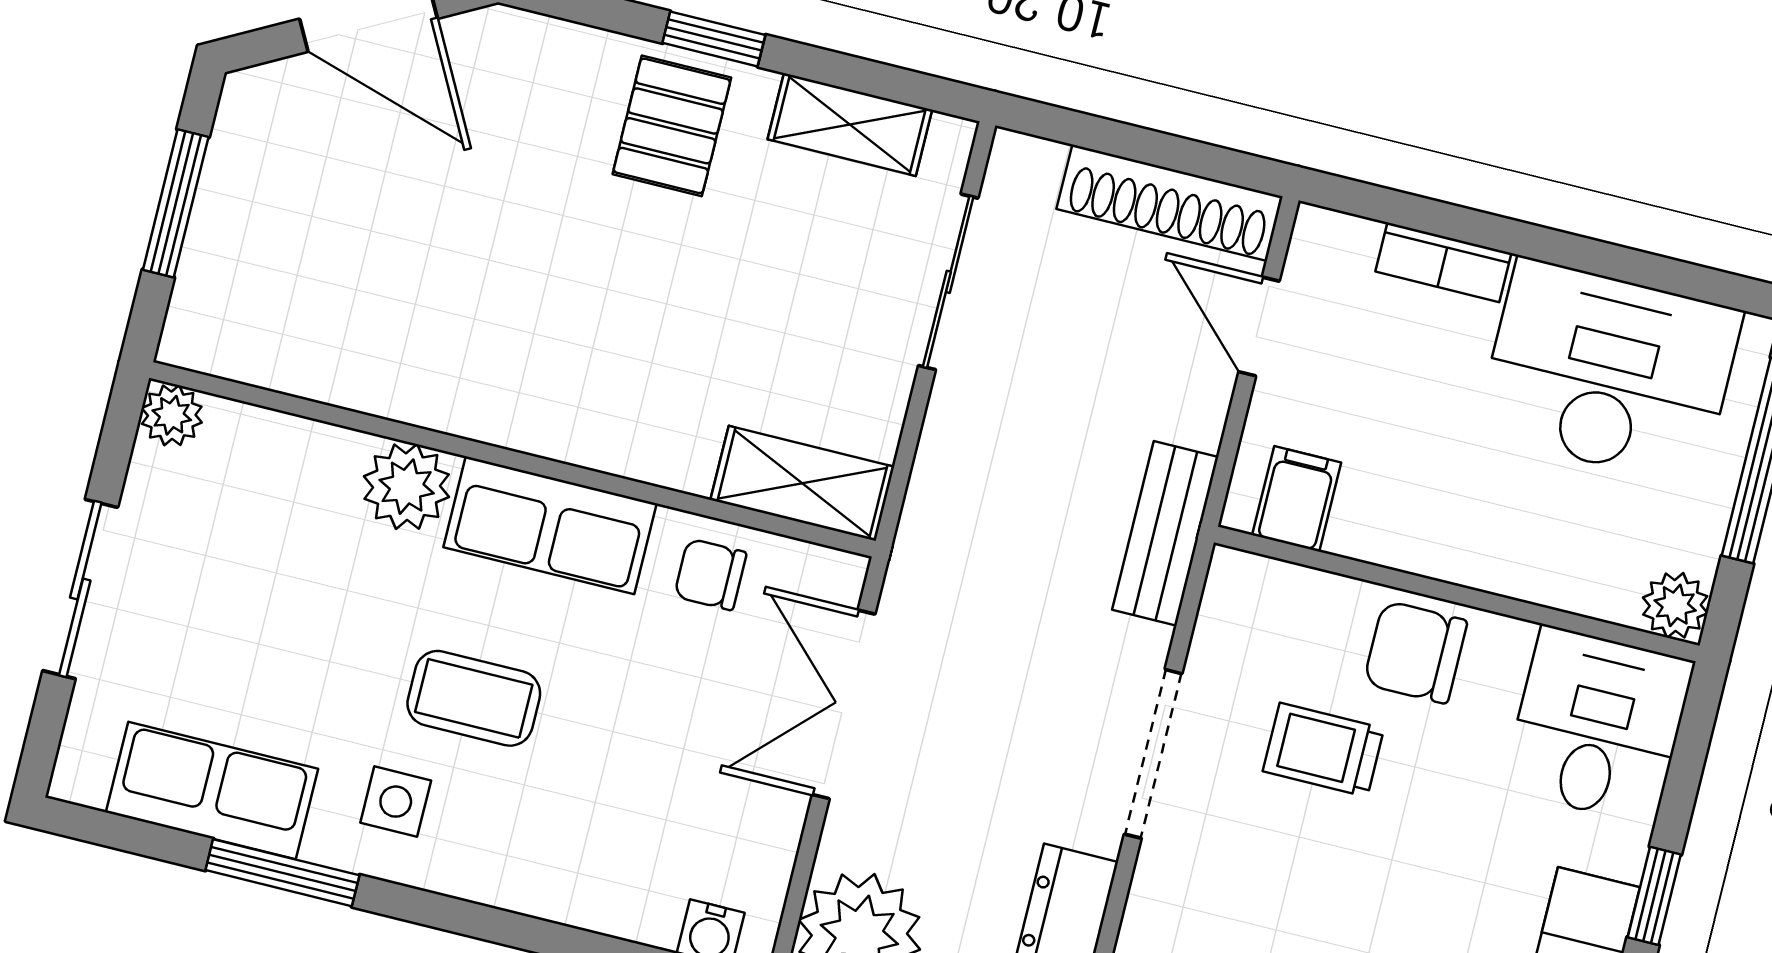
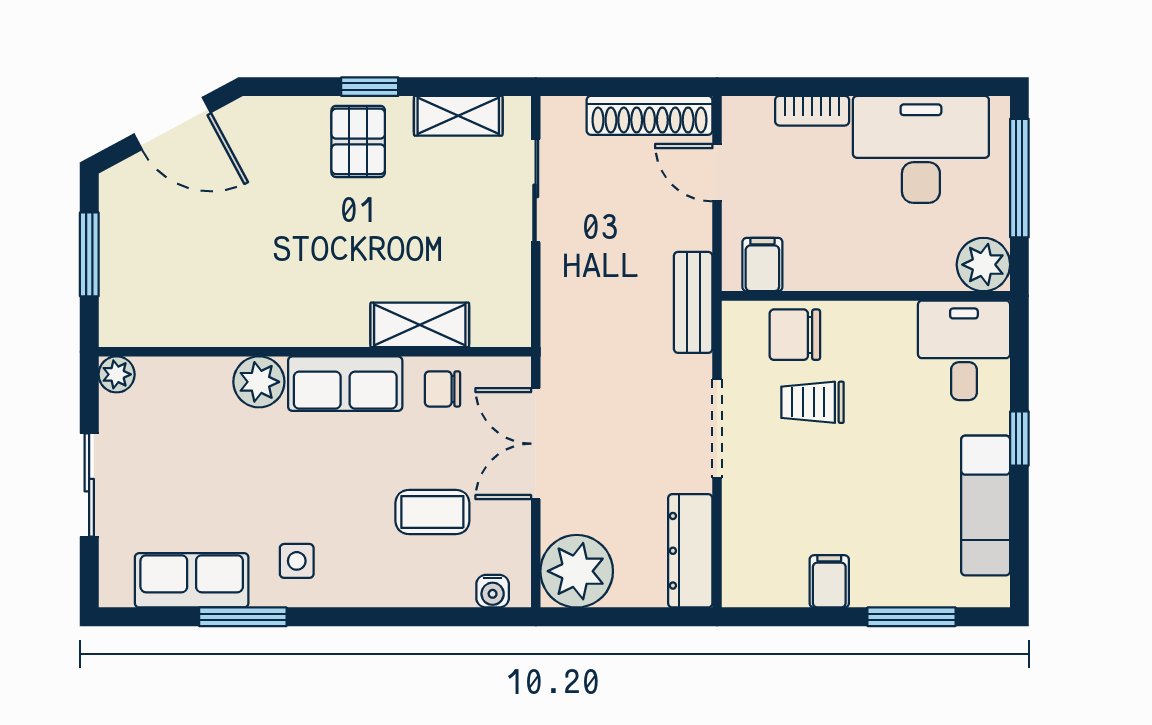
shelving: (802, 483) -> (420, 325), moved
plant: (1675, 605) -> (983, 265), width x1.38, depth x1.38
chair: (1415, 652) -> (795, 335), moved
coffee table: (474, 698) -> (432, 512), moved

